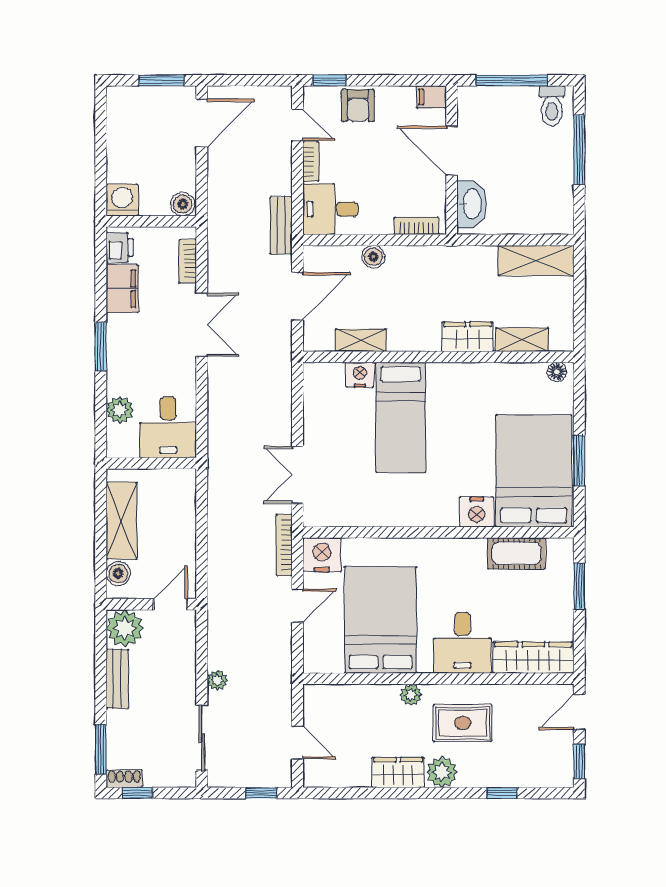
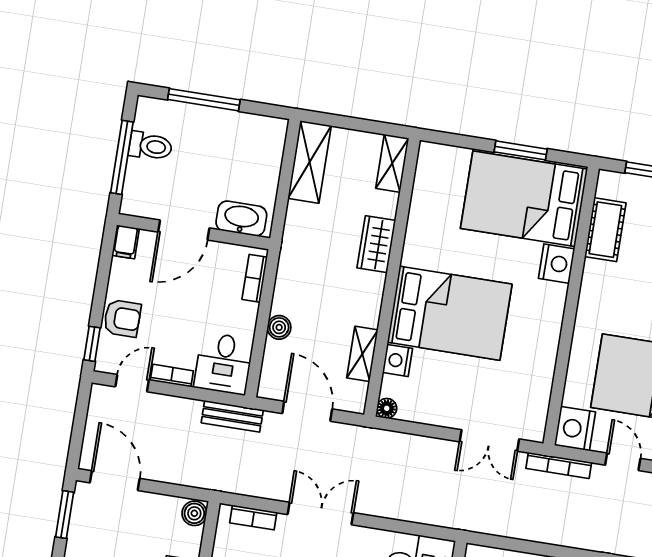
toilet: (552, 106) -> (150, 146), moved
shelving: (522, 340) -> (392, 163), moved
floor lamp: (557, 372) -> (387, 408), moved
bed: (401, 417) -> (450, 313), width x1.50

